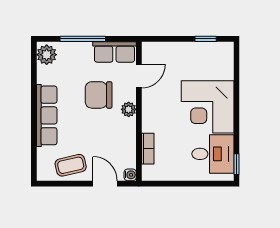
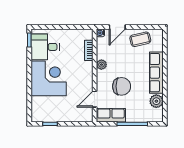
plant: (47, 55) -> (156, 101), moved
plant: (129, 109) -> (101, 65), moved
door: (105, 184) -> (117, 27), hinge flipped

